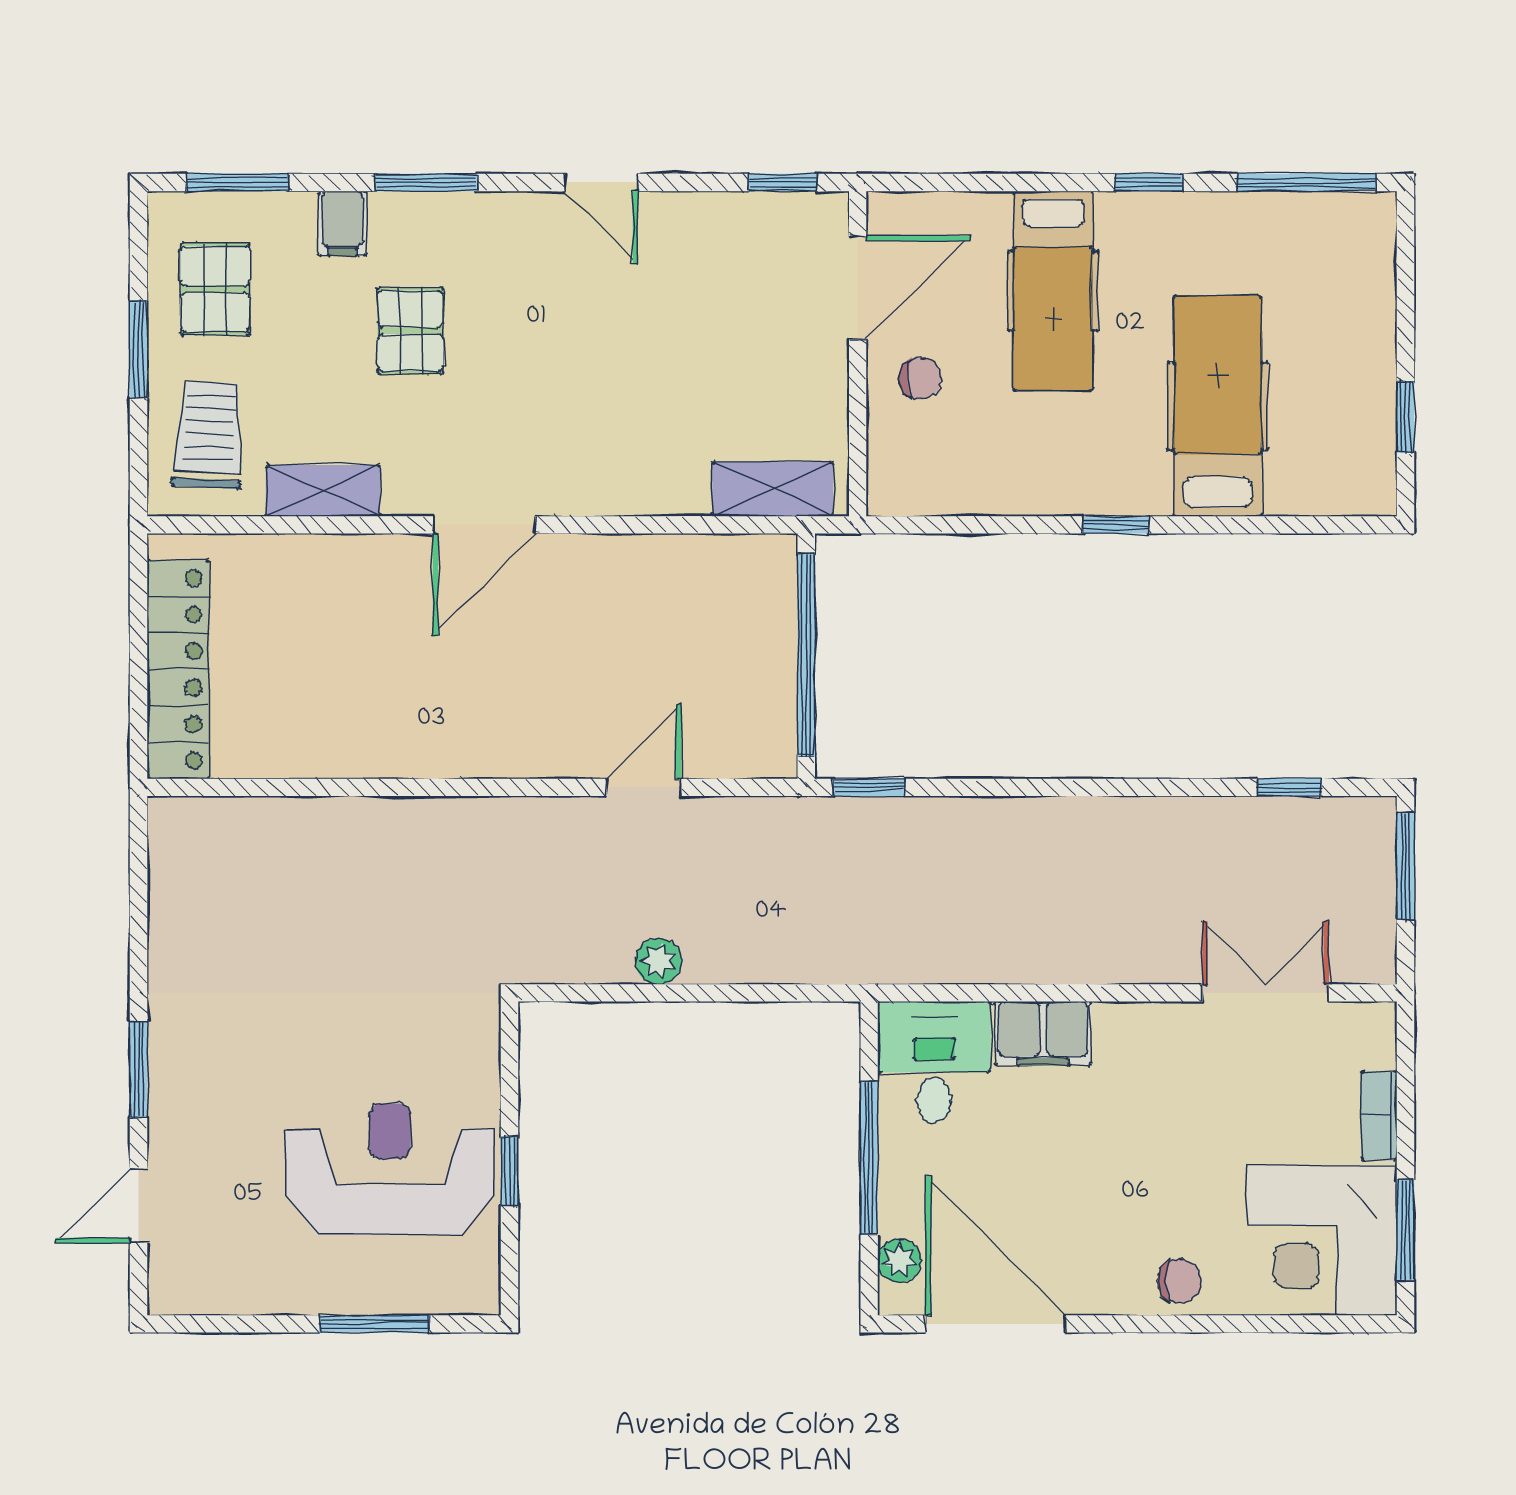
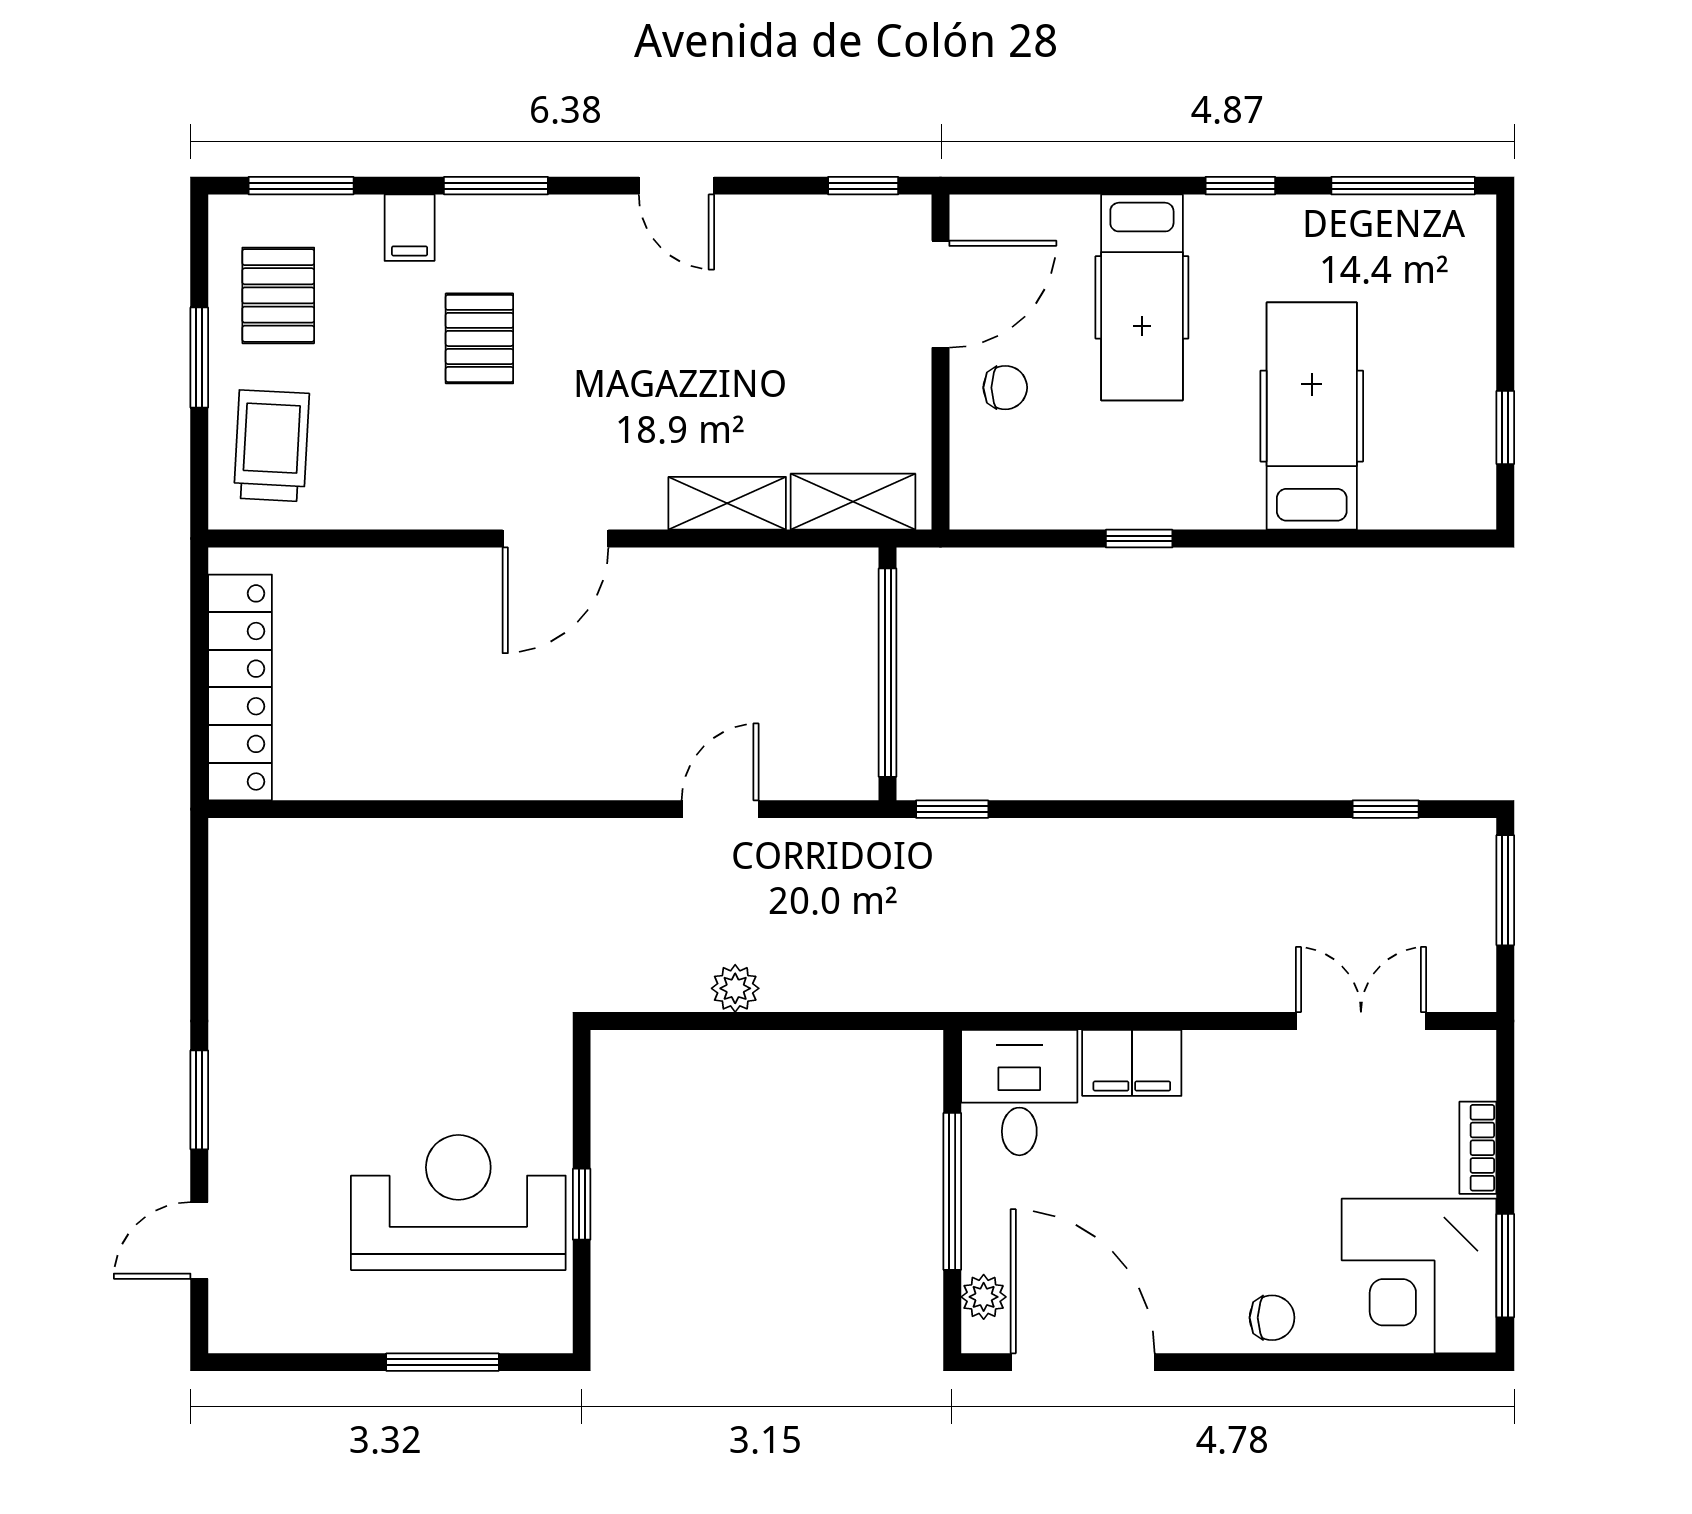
shelving: (323, 491) -> (727, 503), moved
window: (1116, 525) -> (1139, 539), moved

